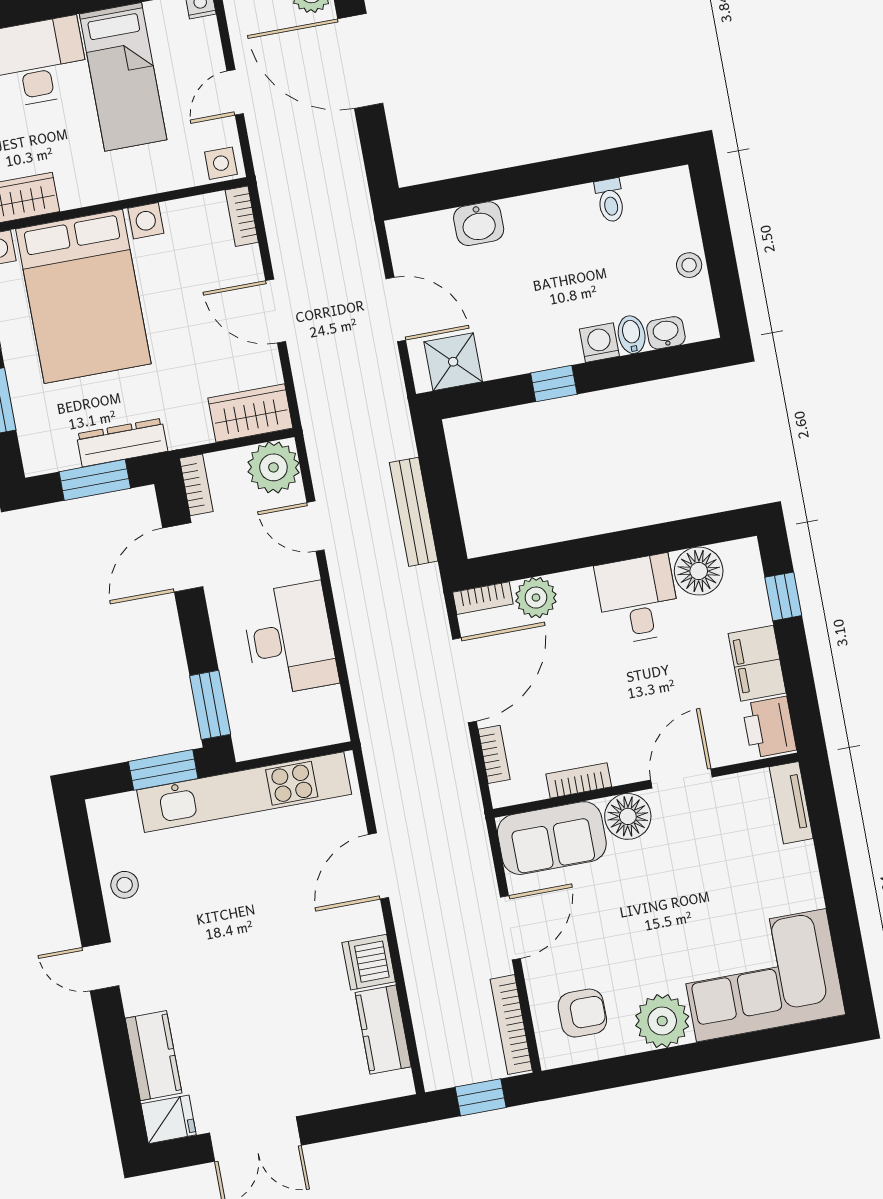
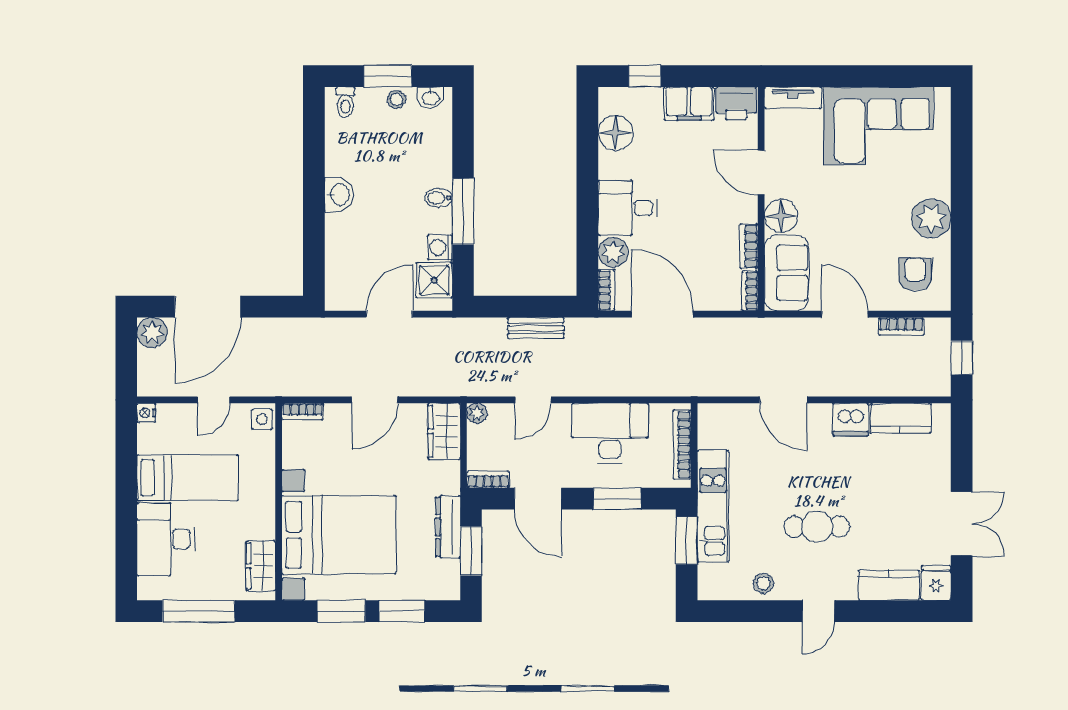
door: (235, 92) -> (214, 400), hinge flipped
toilet: (610, 200) -> (345, 102), moved, turned 90
washbasin: (479, 224) -> (339, 195), moved
window: (719, 248) -> (388, 76), added
washbasin: (666, 333) -> (431, 97), moved, turned -90
bidet: (632, 335) -> (438, 198), moved
washing machine: (599, 343) -> (440, 248), moved
window: (554, 384) -> (463, 211), width x2.17
plant: (273, 467) -> (477, 413), width x0.53, depth x0.53
bench: (414, 512) -> (536, 328), width x0.73
desk: (638, 599) -> (628, 208), moved
window: (210, 705) -> (617, 499), moved
bookcase: (292, 740) -> (682, 445), added
bookcase: (494, 754) -> (750, 291), moved, turned -90
kitchen unit: (244, 792) -> (713, 506), width x0.73
cafe table: (215, 943) -> (817, 527), added
corner sofa: (761, 975) -> (878, 126), moved, turned -90
bookcase: (511, 1025) -> (901, 326), width x0.64

